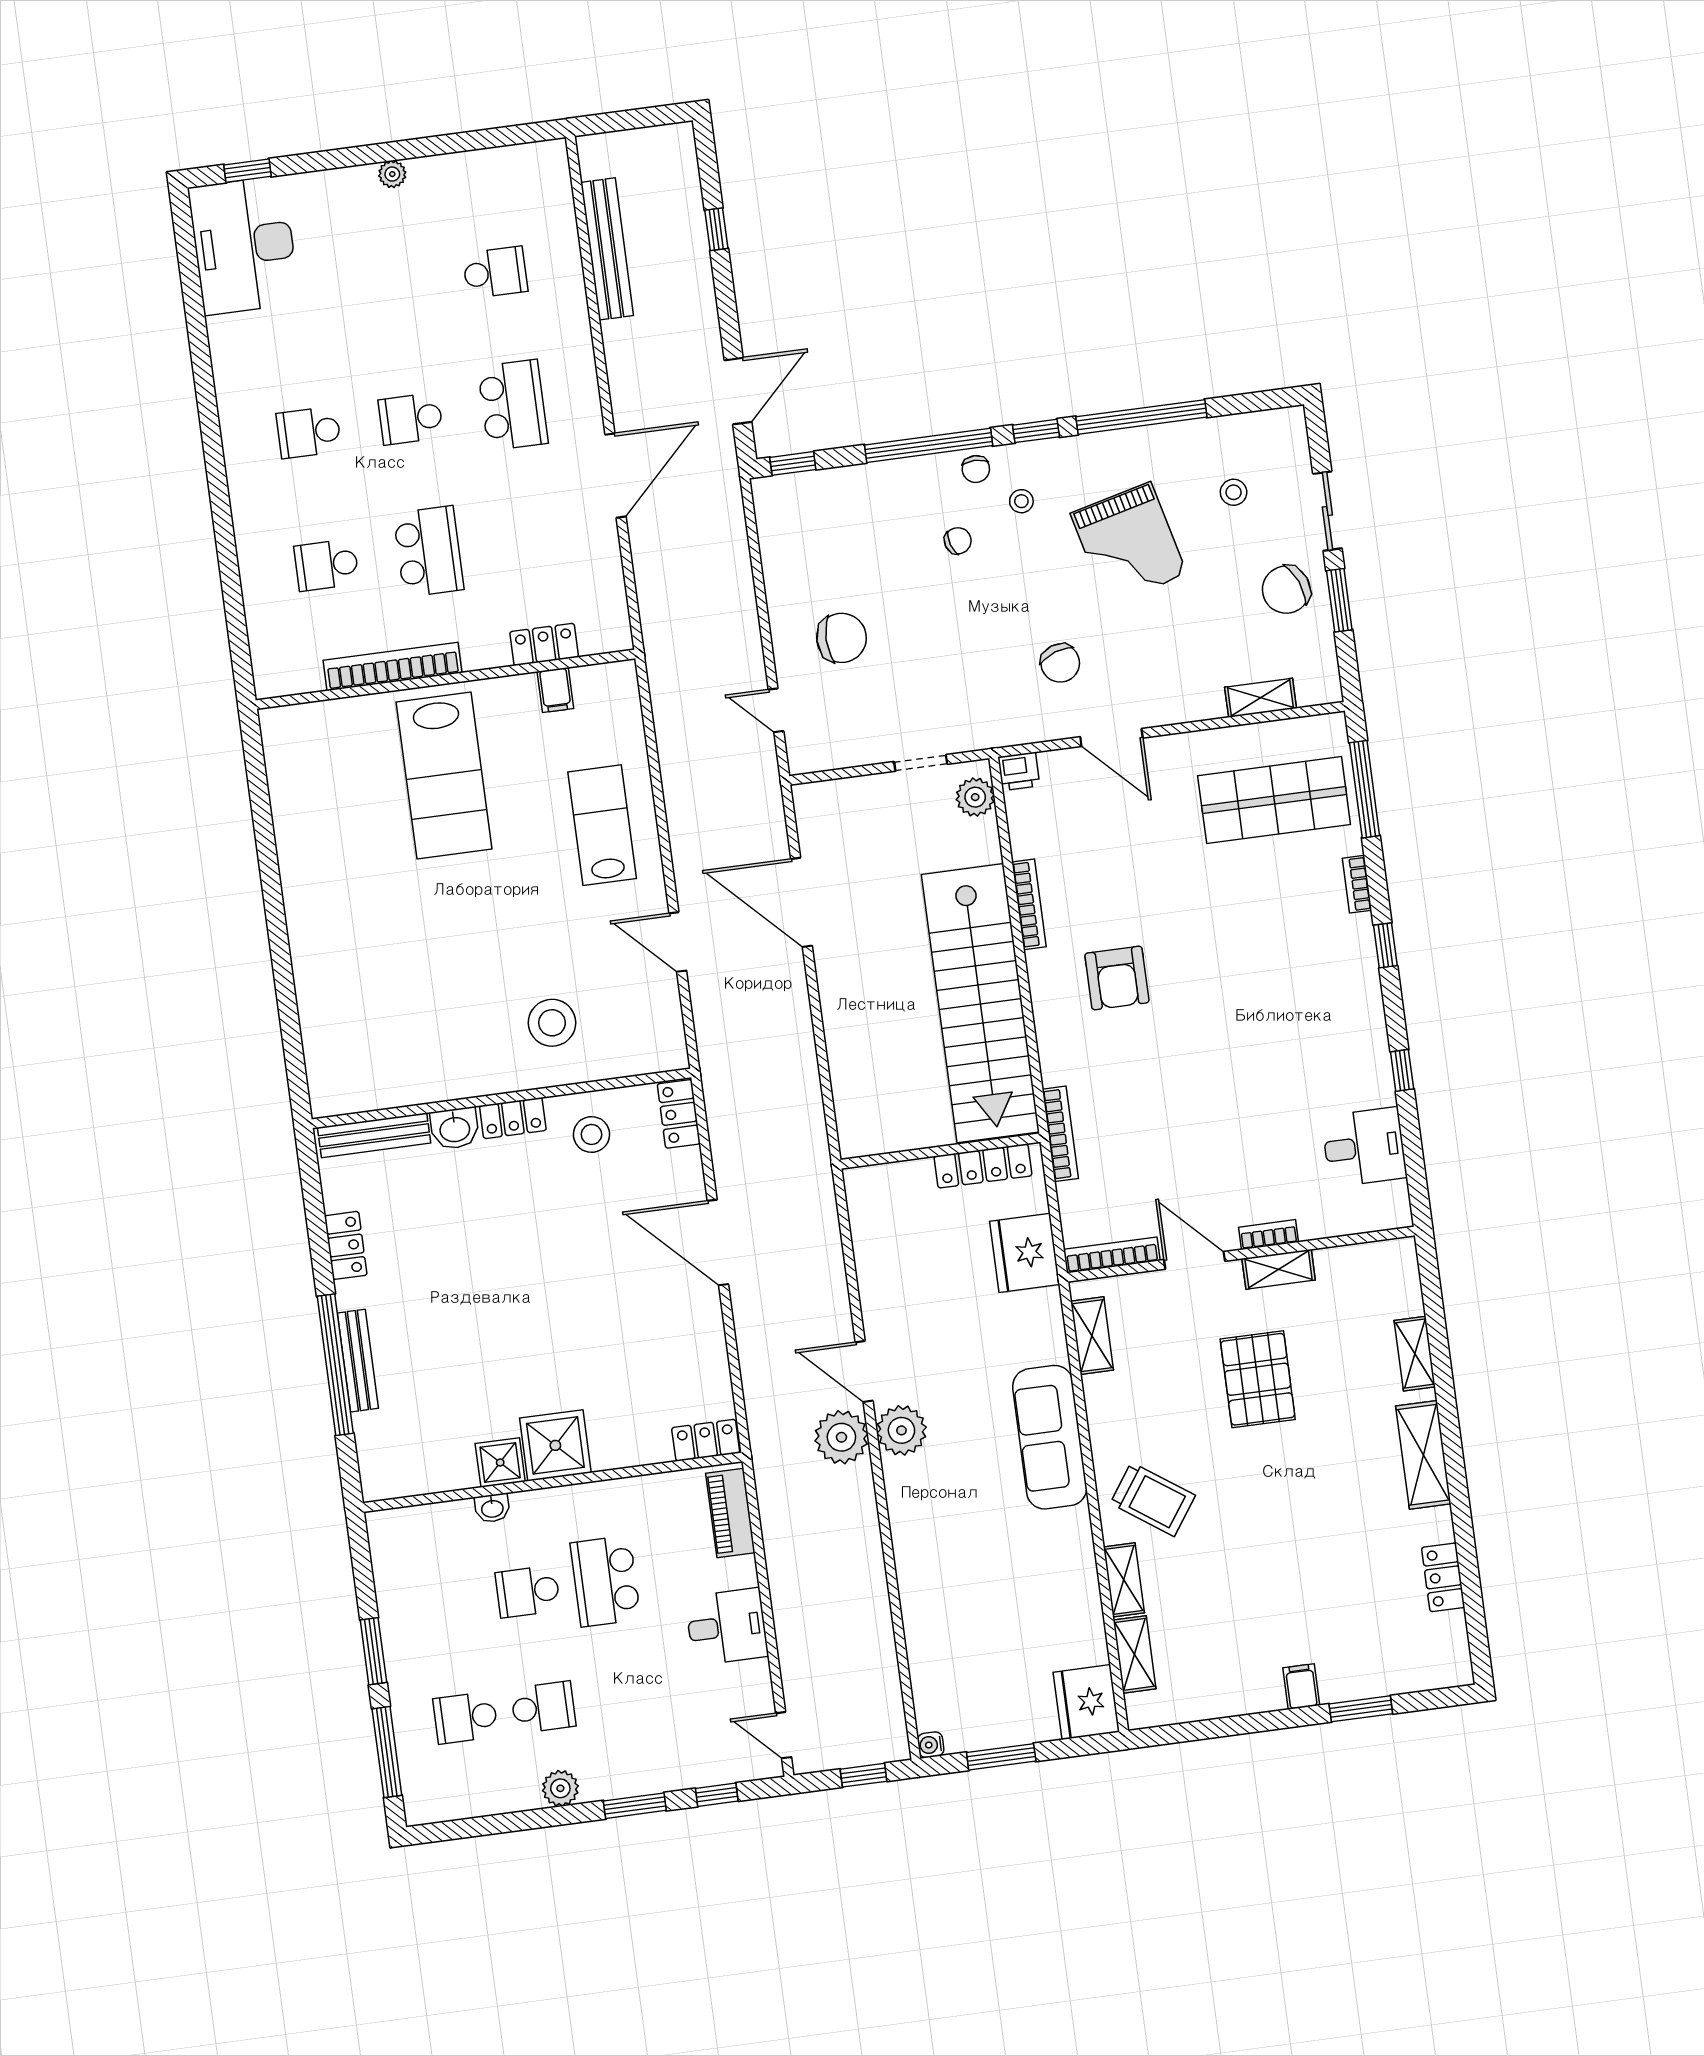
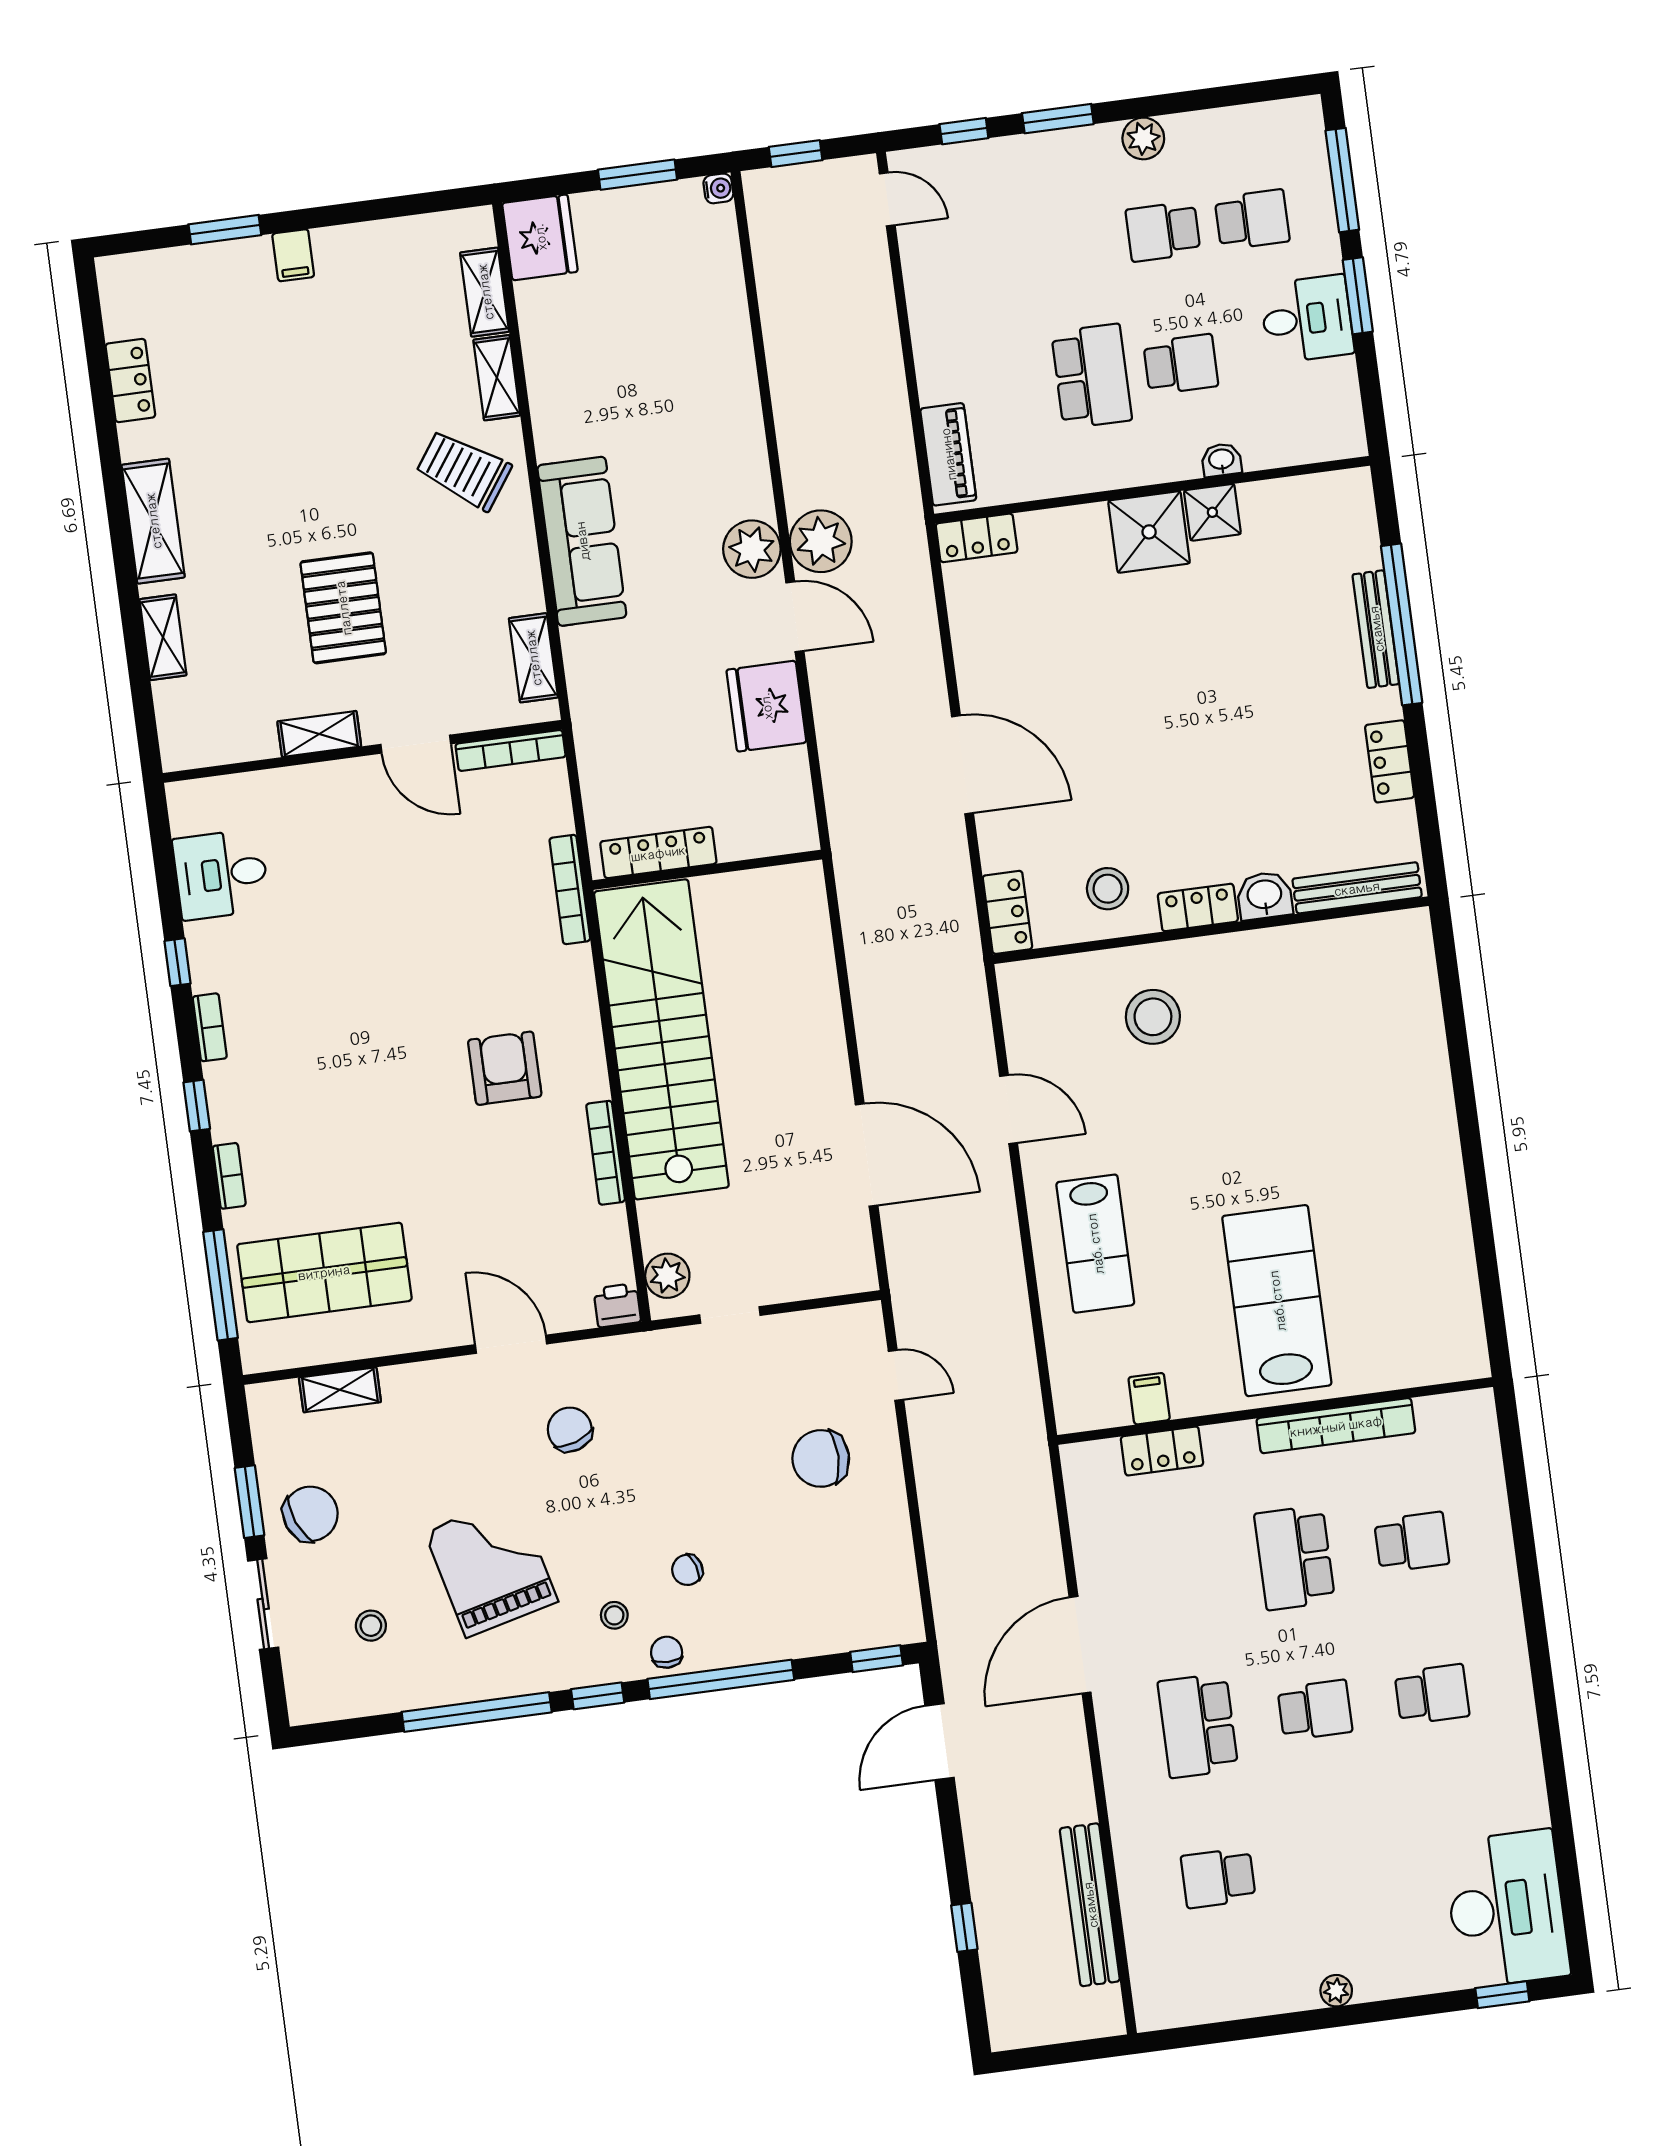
bookcase: (1268, 1235) -> (210, 1027), moved, turned -90
fridge: (1025, 1253) -> (766, 706), moved, turned 180
desk: (727, 1627) -> (1307, 319), moved, turned 180

